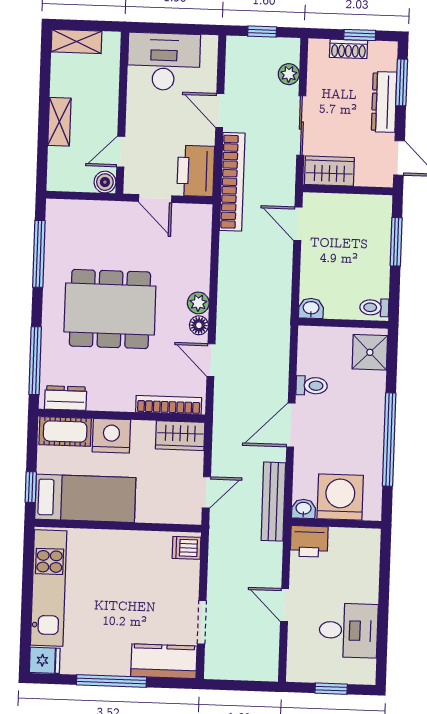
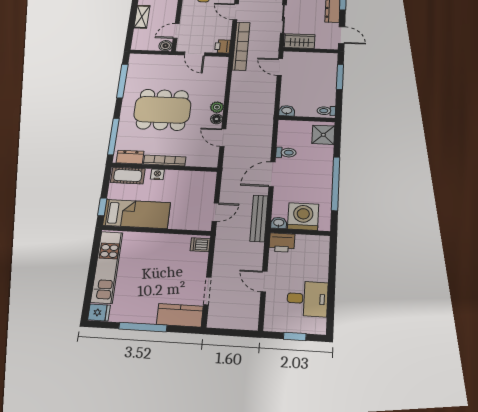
printer: (196, 171) -> (223, 46), width x0.53, depth x0.68
bookcase: (169, 405) -> (165, 160), moved
nightstand: (111, 436) -> (157, 174), width x0.53, depth x0.56
wardrobe: (180, 436) -> (201, 179), removed

